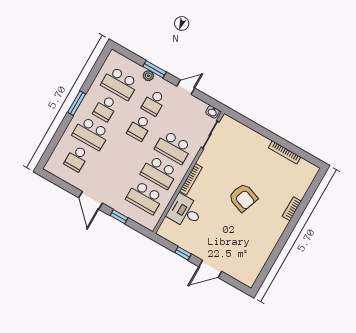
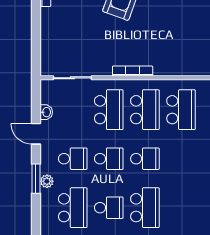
washbasin: (212, 112) -> (46, 112), moved
school desk: (77, 158) -> (145, 159), moved
desk: (185, 212) -> (171, 57), removed

